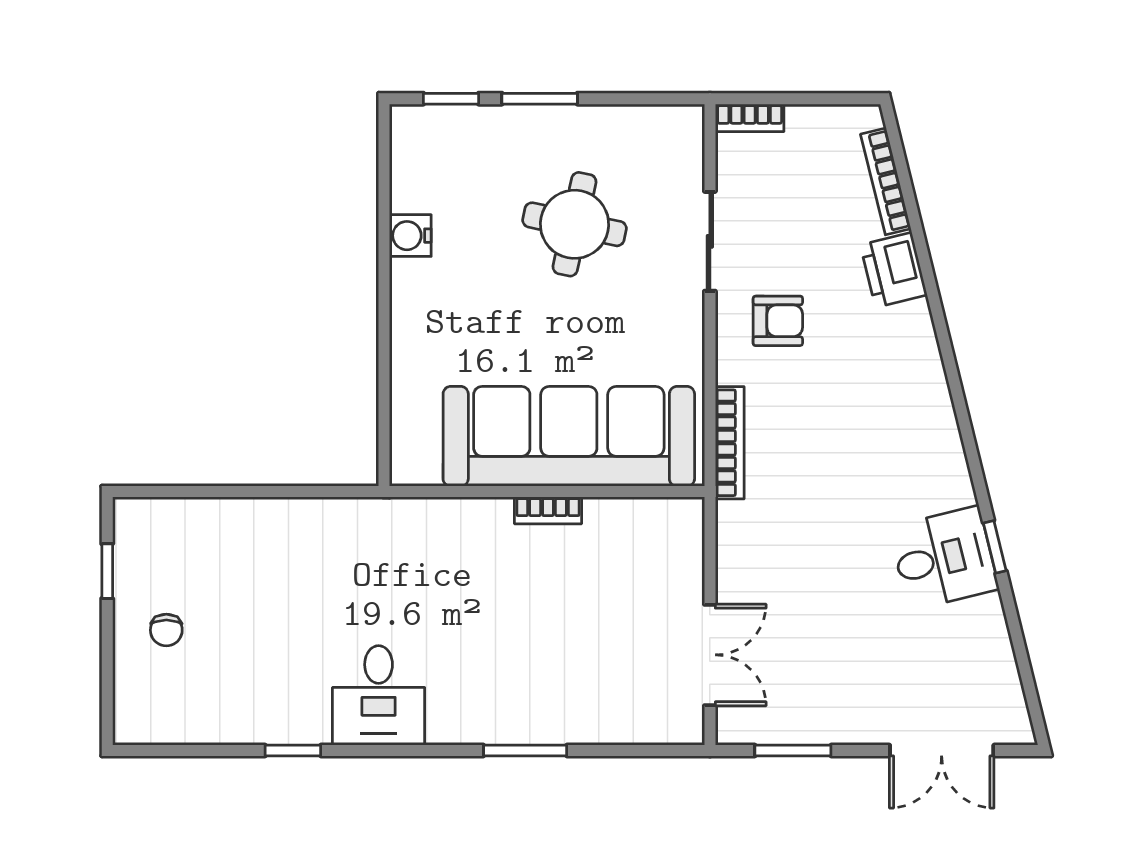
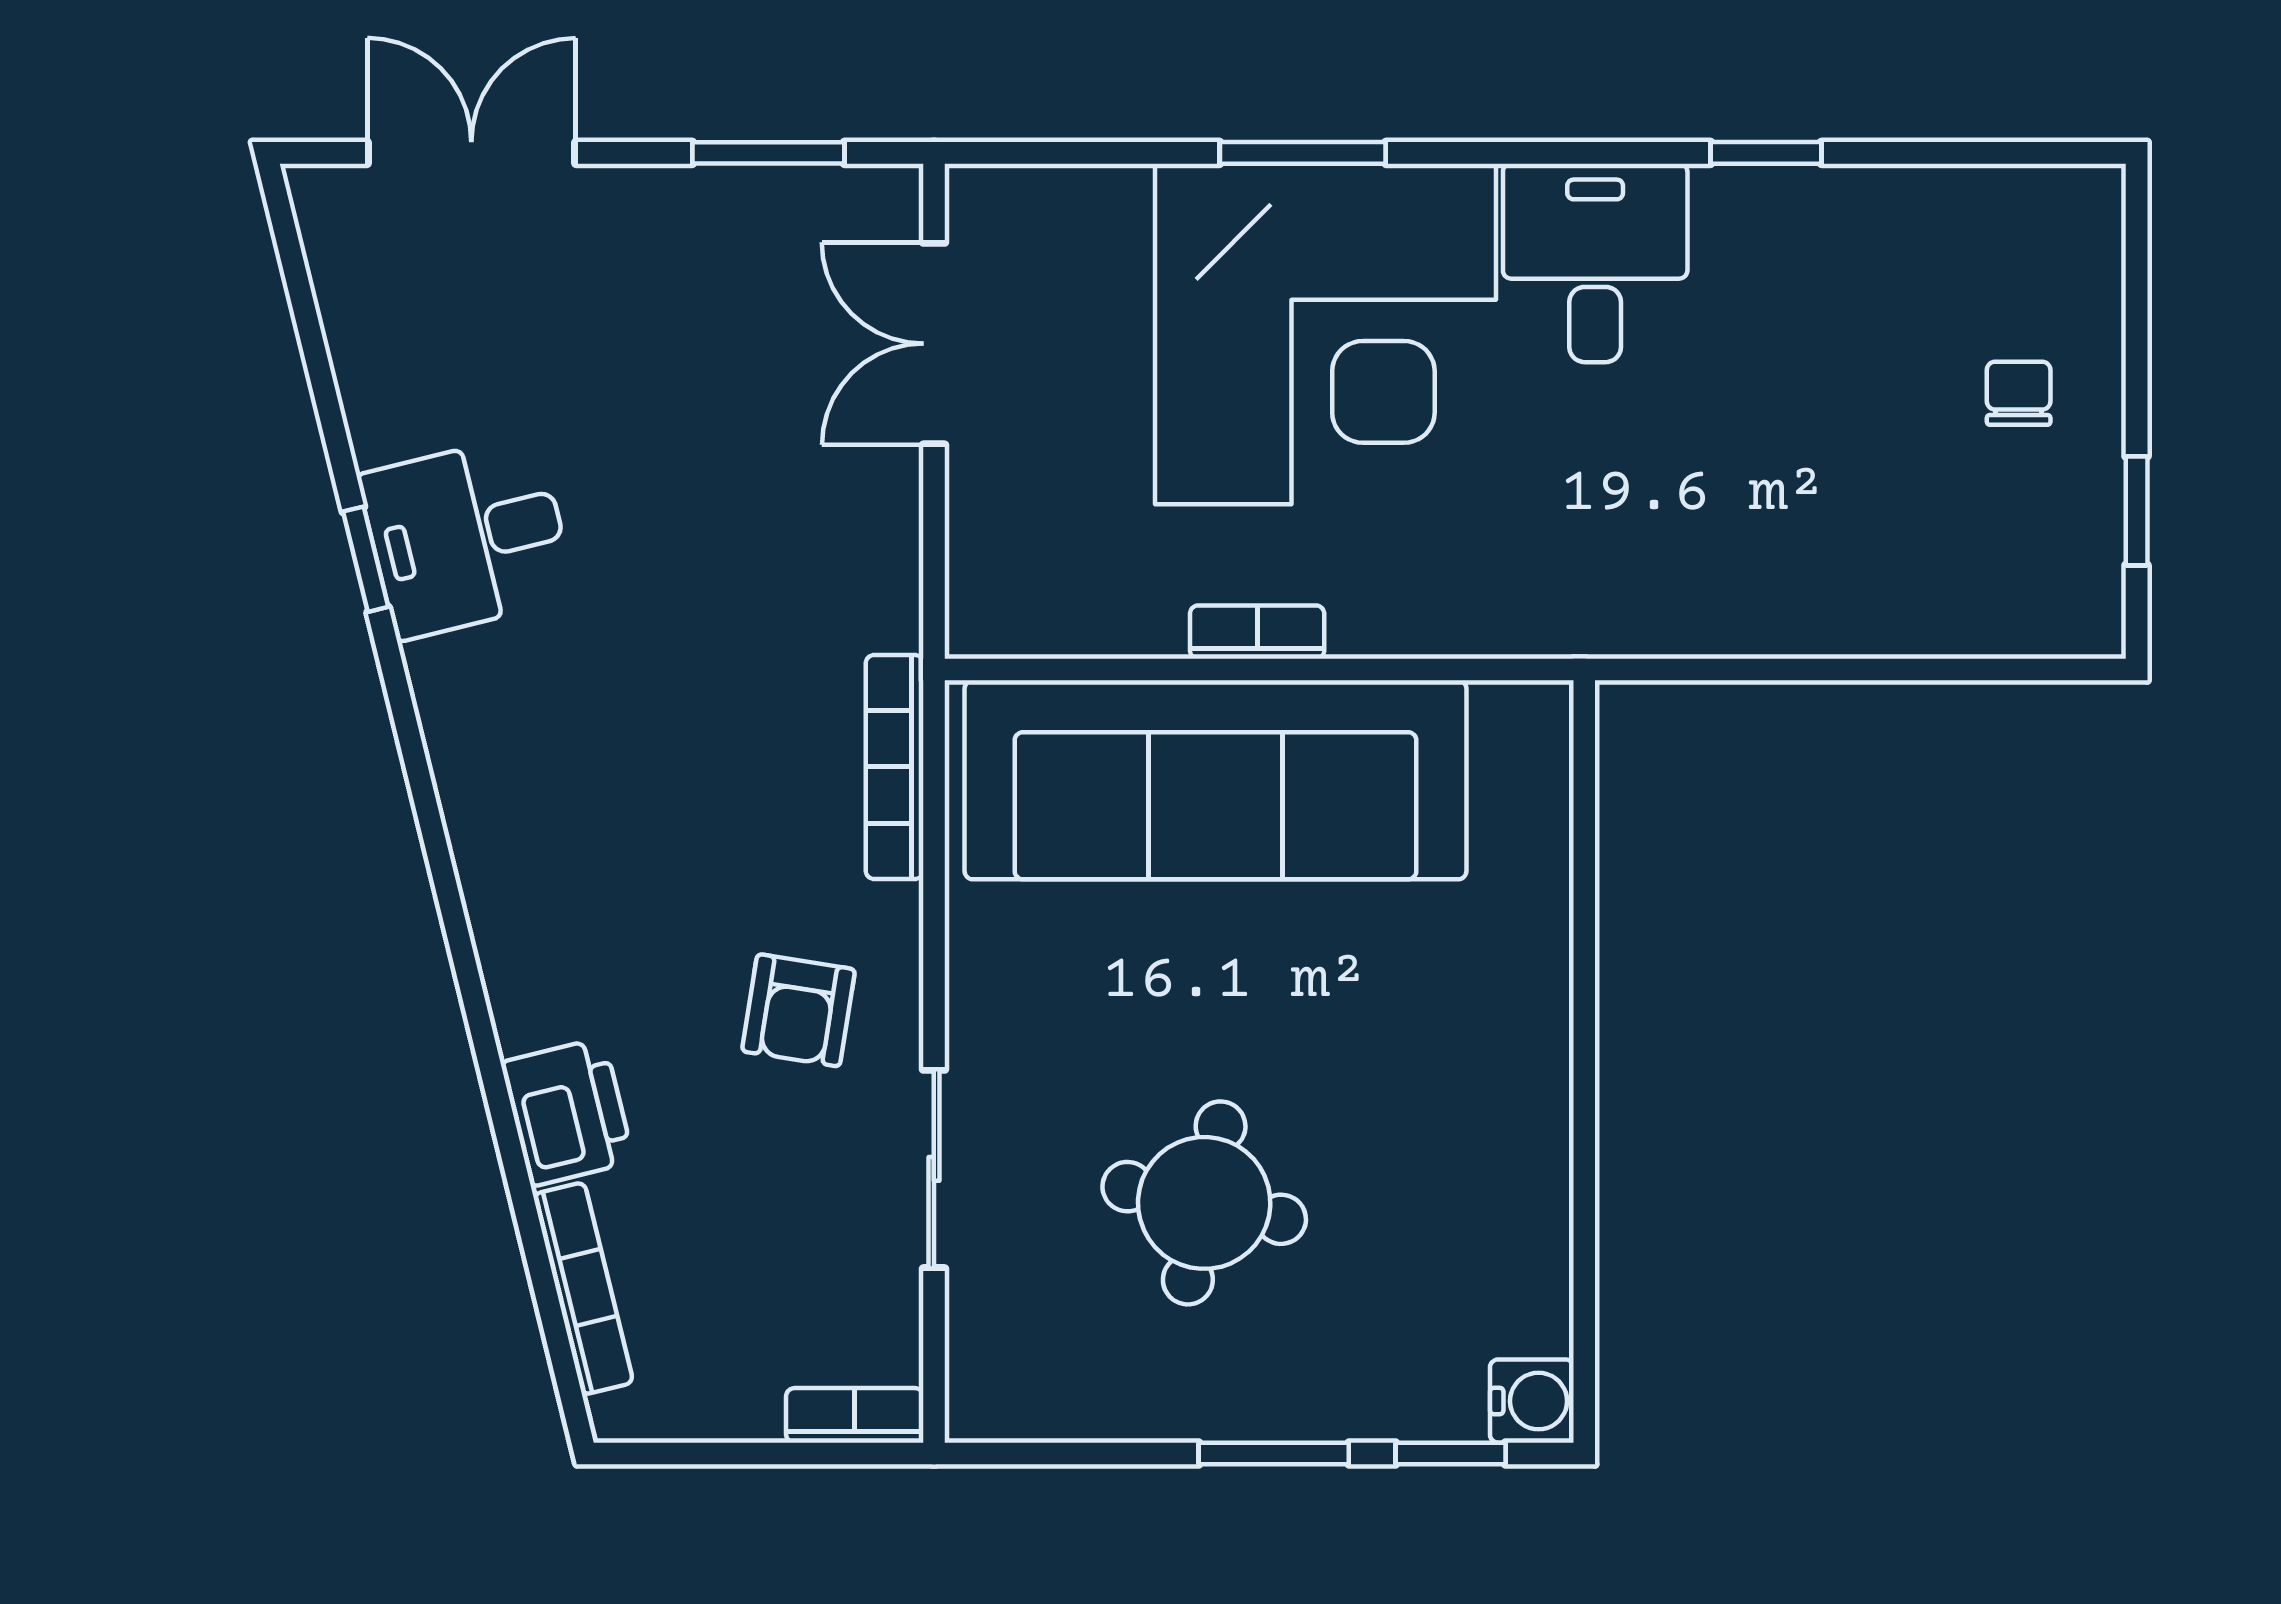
water cooler: (410, 236) -> (1532, 1401), moved
armchair: (778, 321) -> (799, 1010), turned -81
corner desk: (514, 660) -> (1326, 334), added

